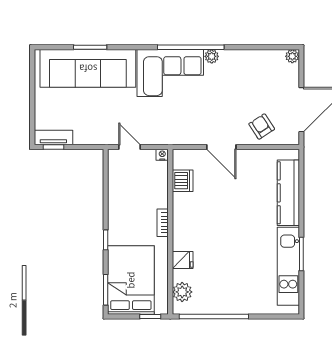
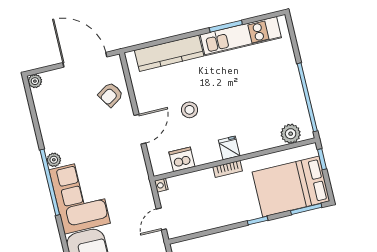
stool: (229, 199) -> (190, 110), added
fridge: (183, 260) -> (229, 148), moved

